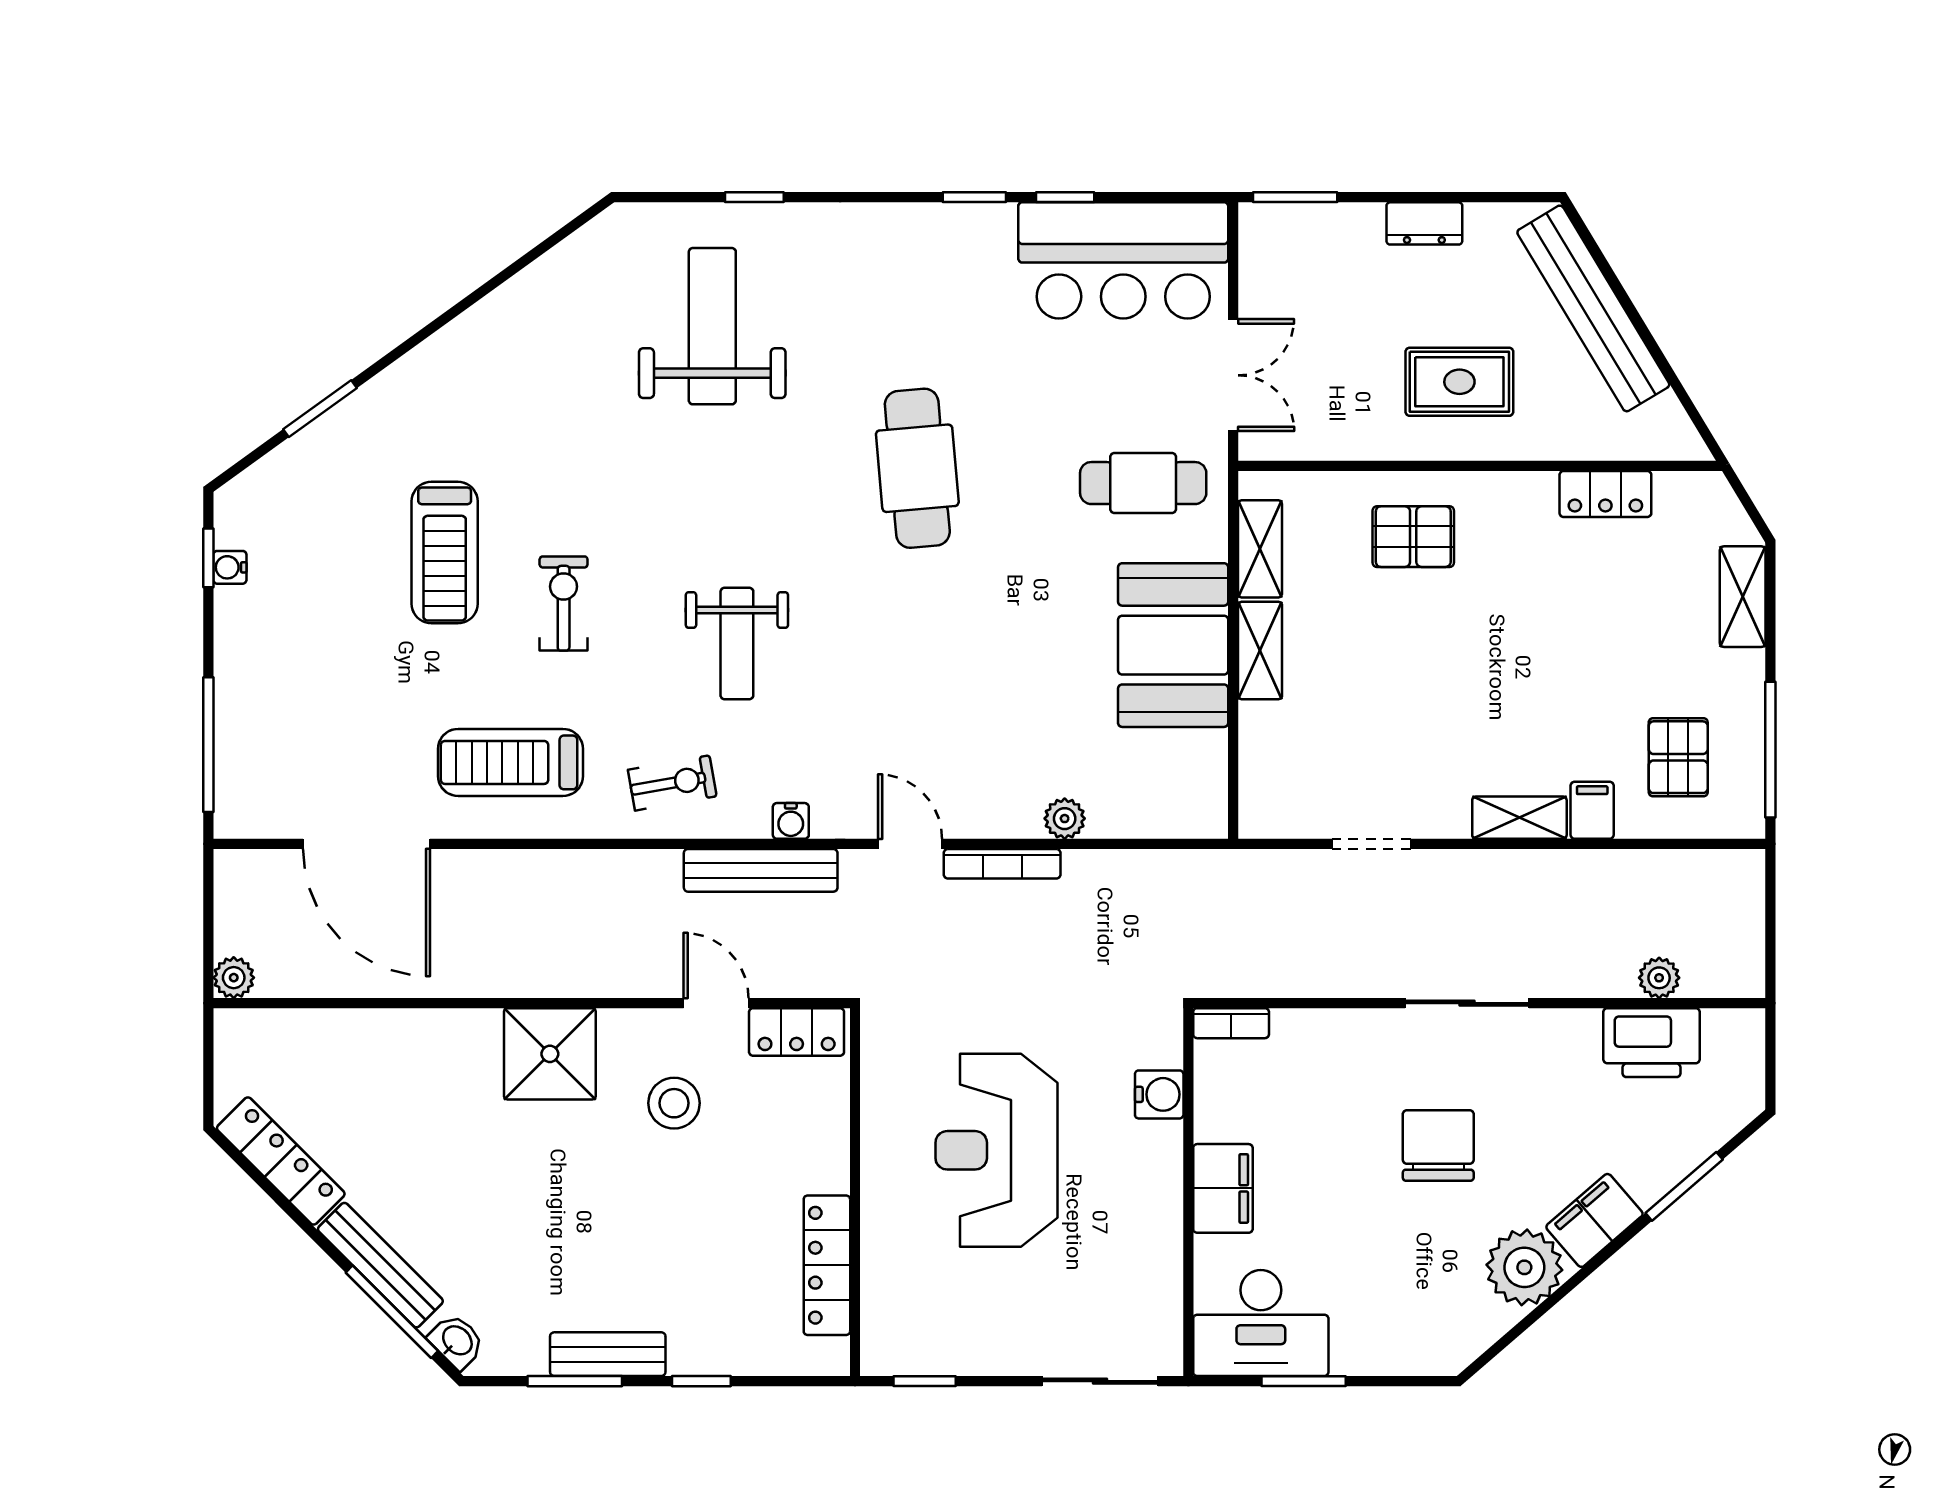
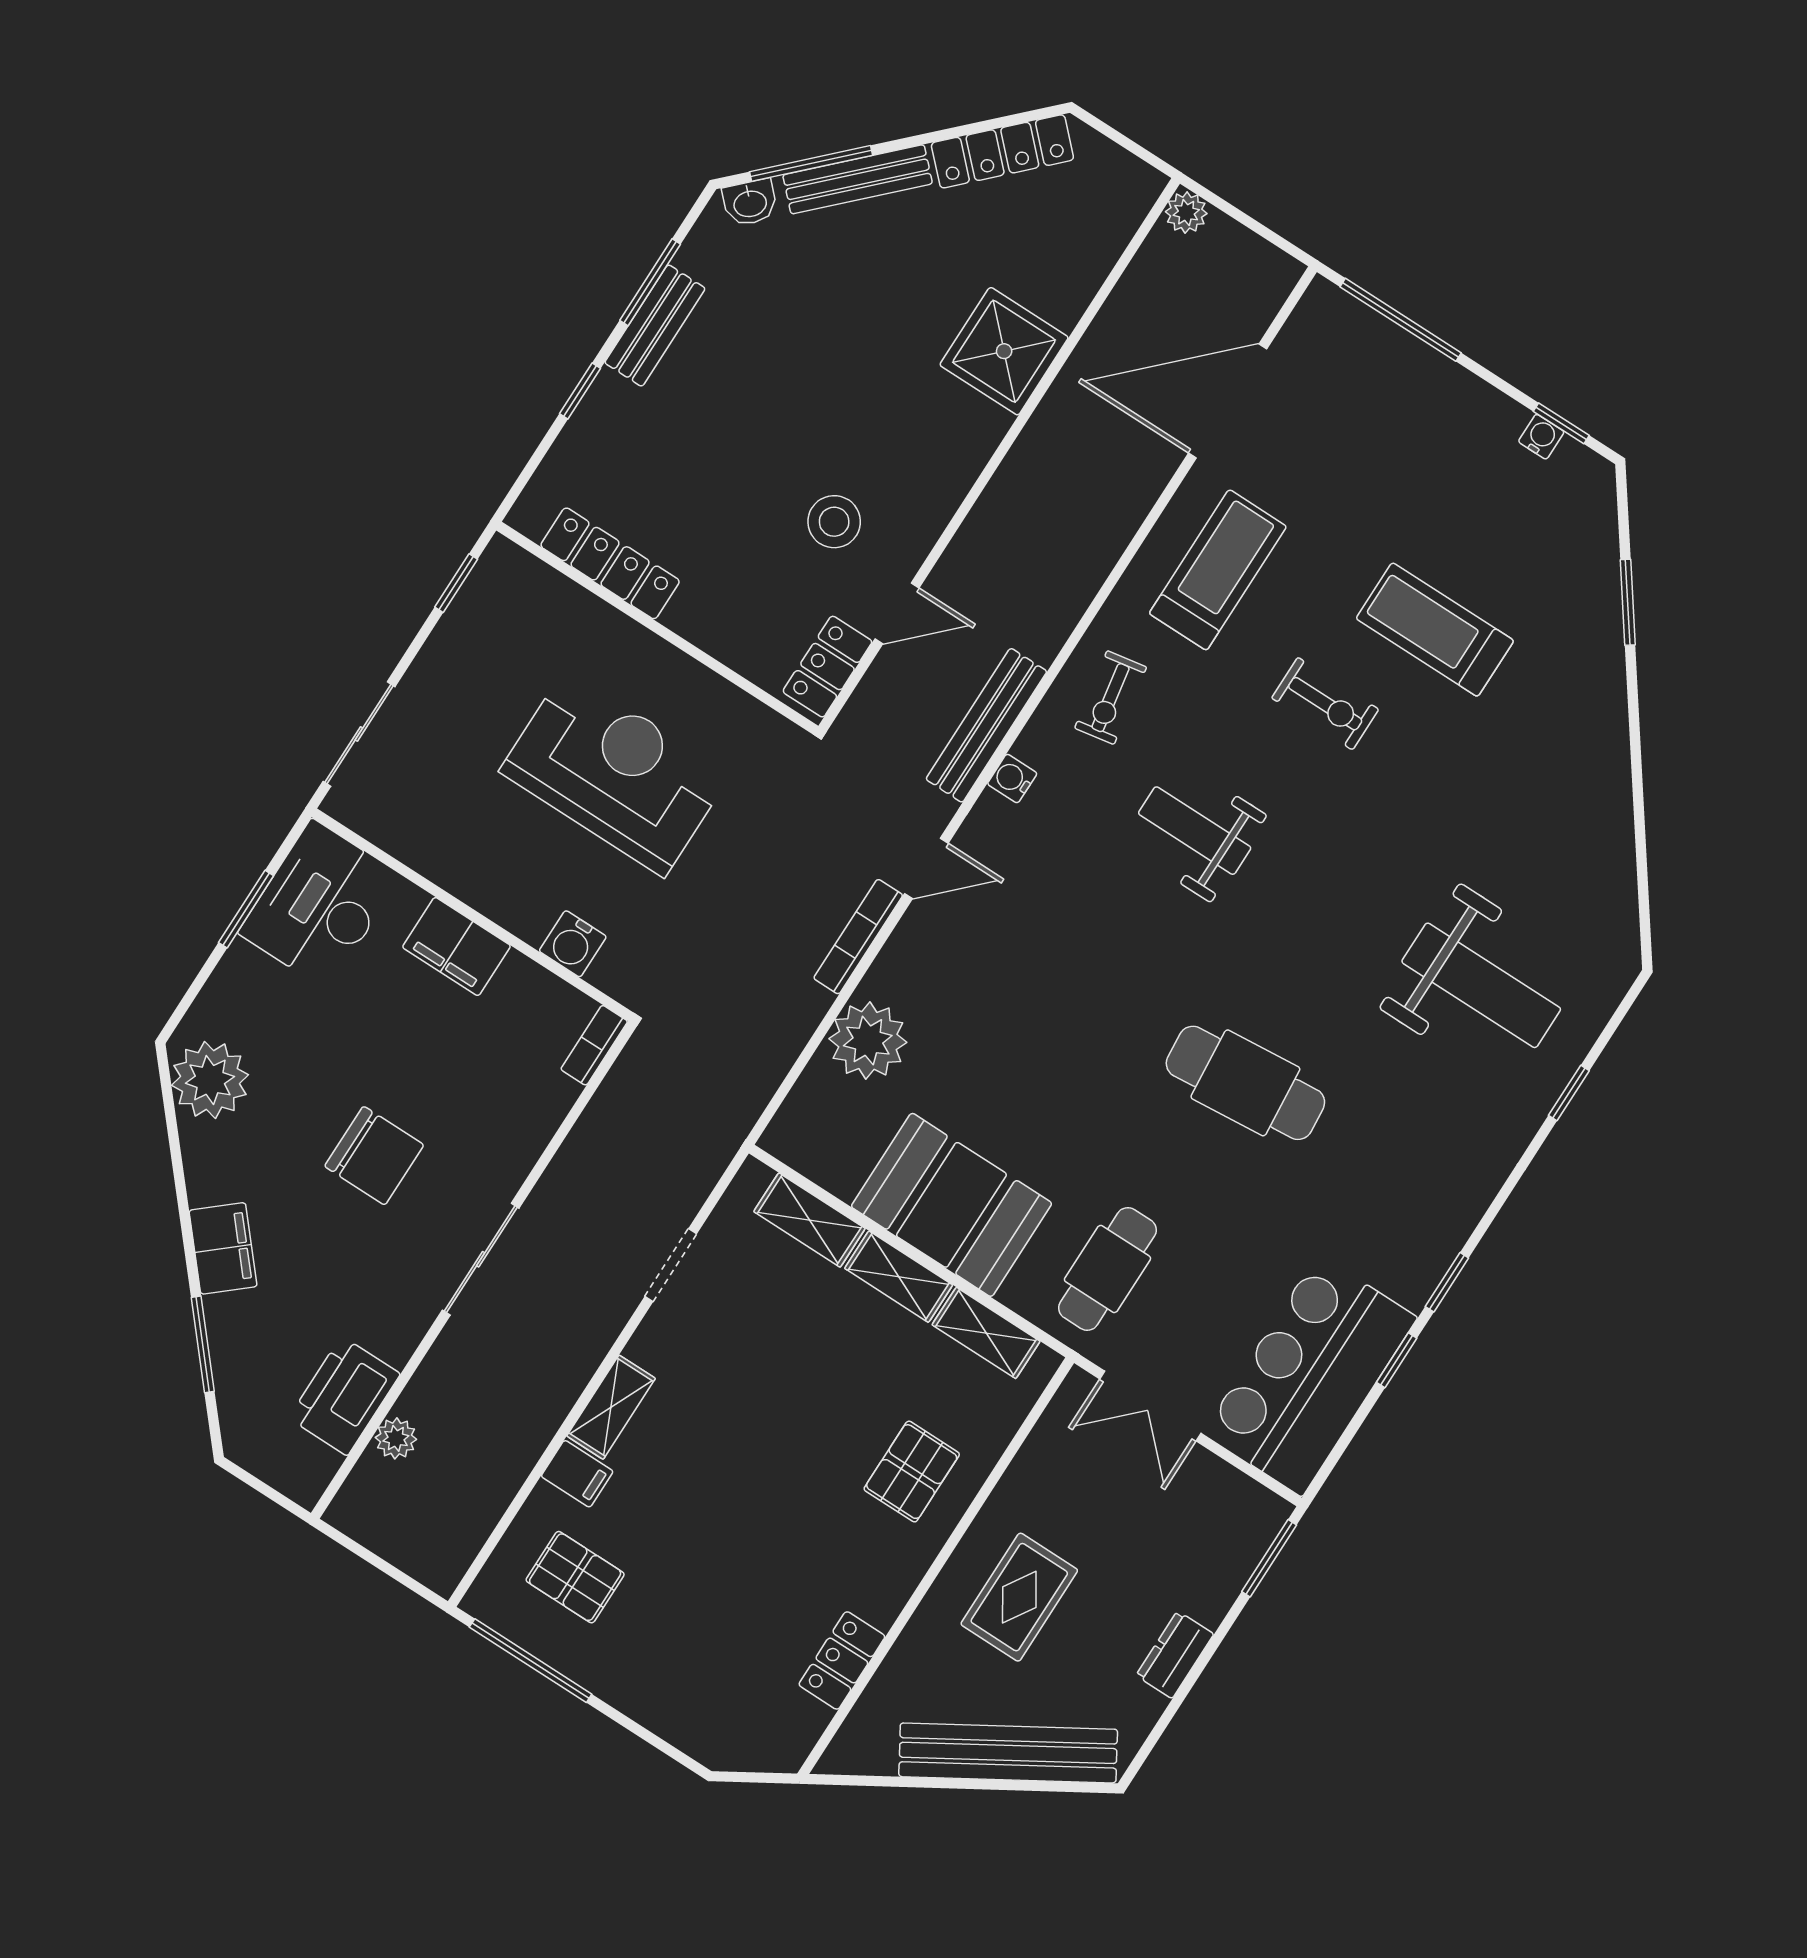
shelving: (1743, 597) -> (809, 1220), moved
plant: (1065, 819) -> (868, 1041), width x1.88, depth x1.88
shower: (550, 1054) -> (1004, 351), moved
plant: (1524, 1267) -> (210, 1080), moved

